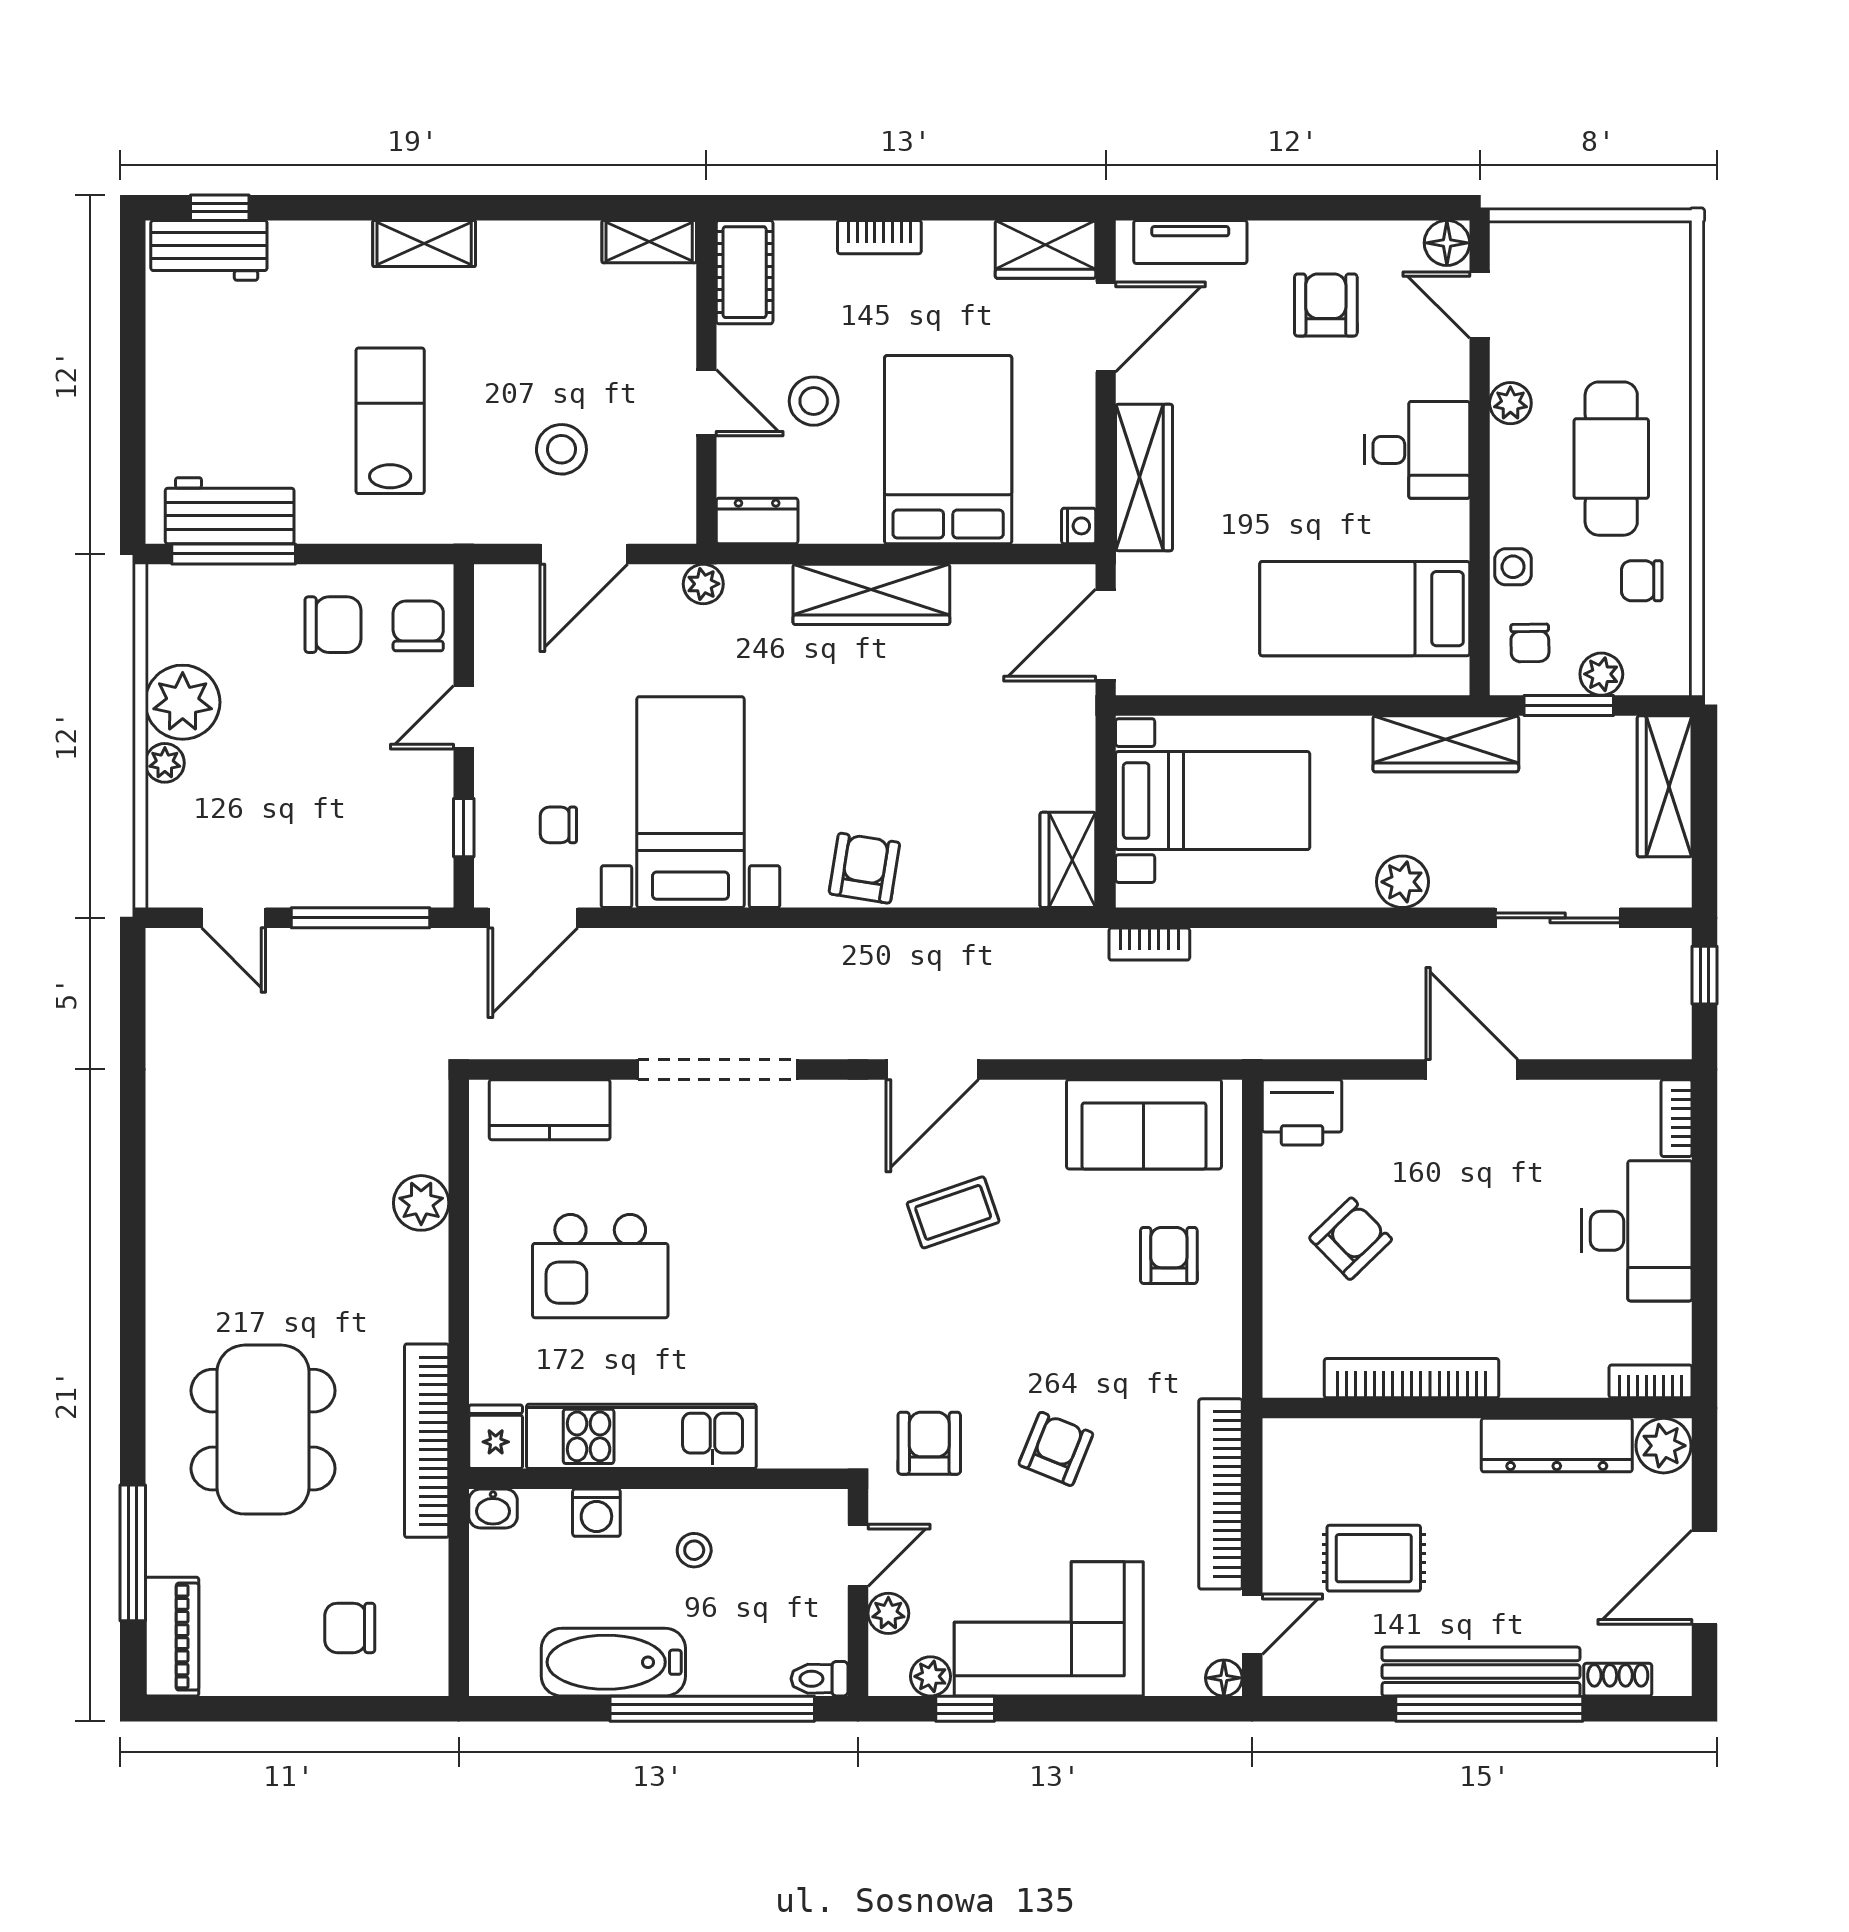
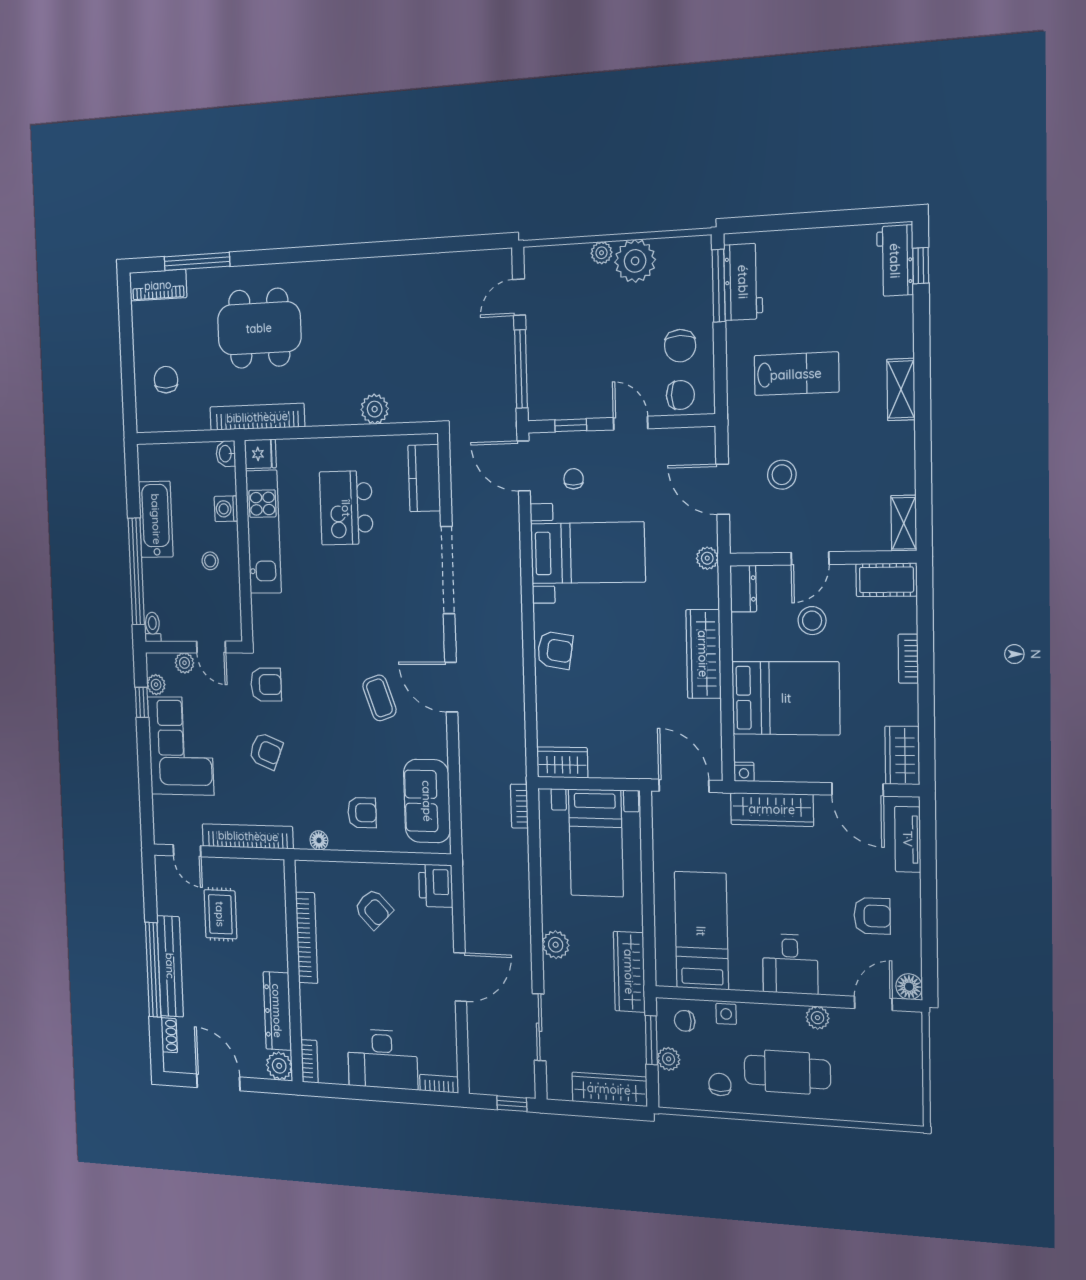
floor lamp: (1224, 1678) -> (319, 840), moved

